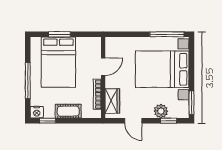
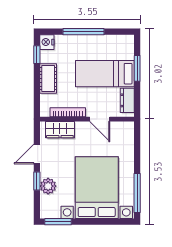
dresser: (87, 43) -> (127, 100), added
bed: (58, 62) -> (105, 74), width x0.67
window: (169, 121) -> (37, 181), moved

